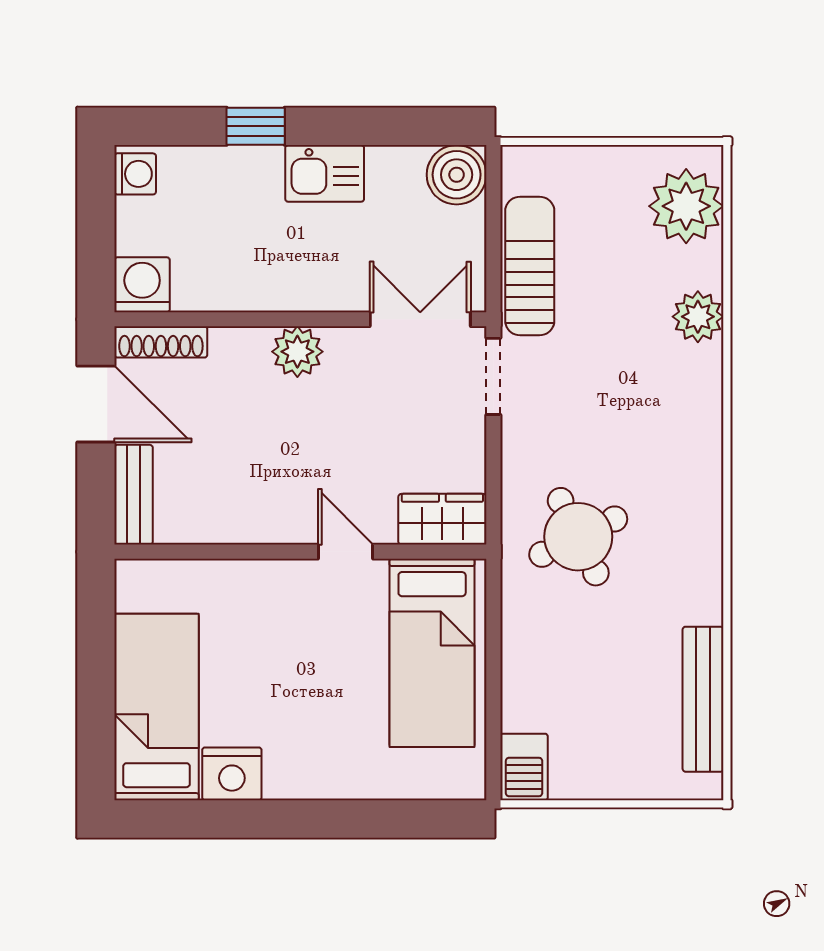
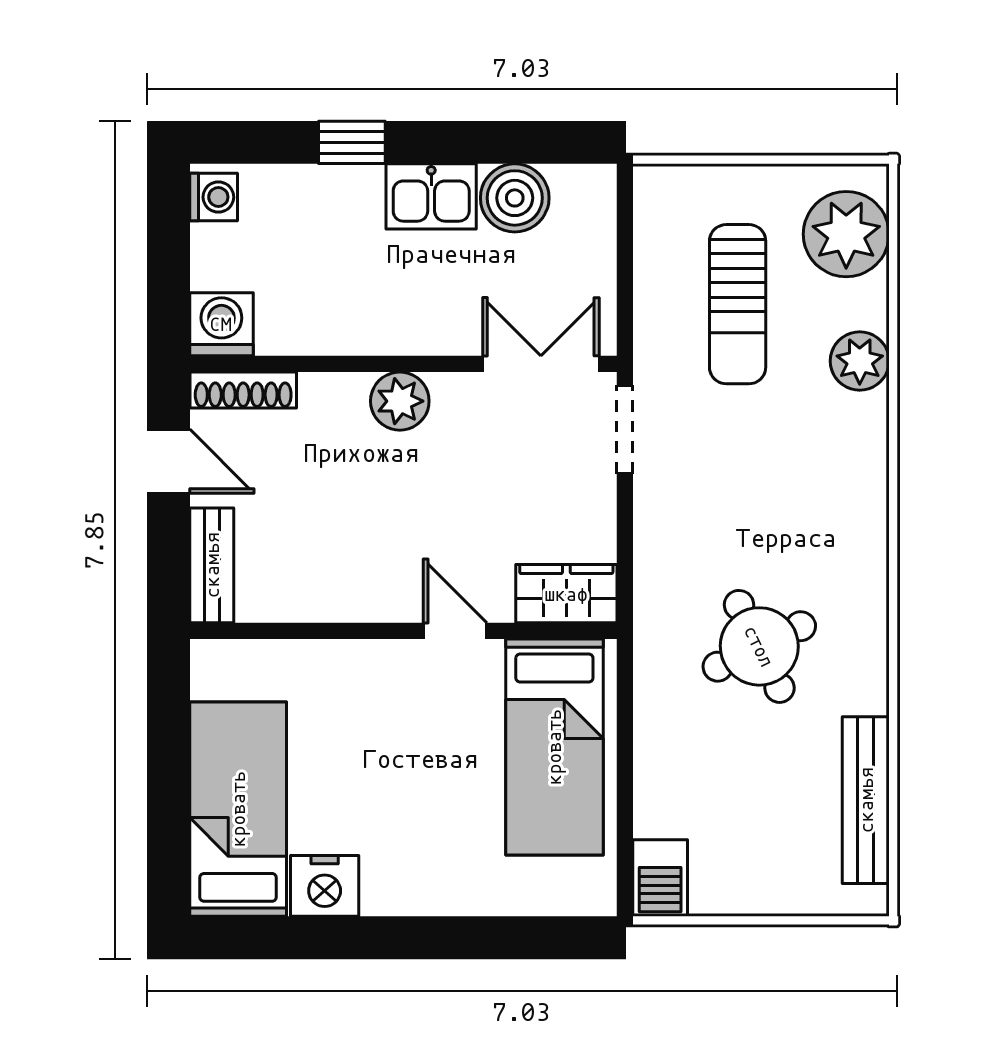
boiler: (457, 175) -> (515, 198), moved
sun lounger: (530, 266) -> (738, 304), moved, turned 180
door: (96, 404) -> (168, 461), width x0.73
round table: (578, 537) -> (759, 646), moved

